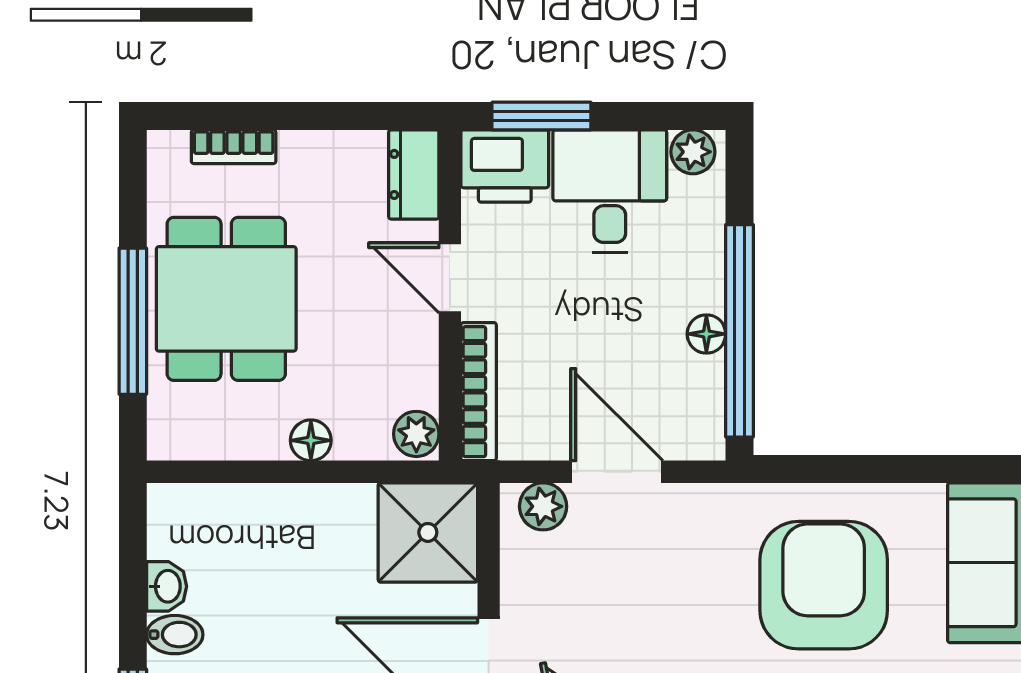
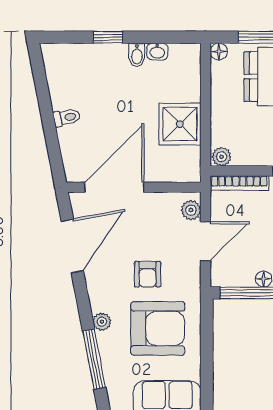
floor lamp: (311, 440) -> (219, 52), moved
shower: (428, 532) -> (180, 124), moved
armchair: (695, 609) -> (148, 274), added

